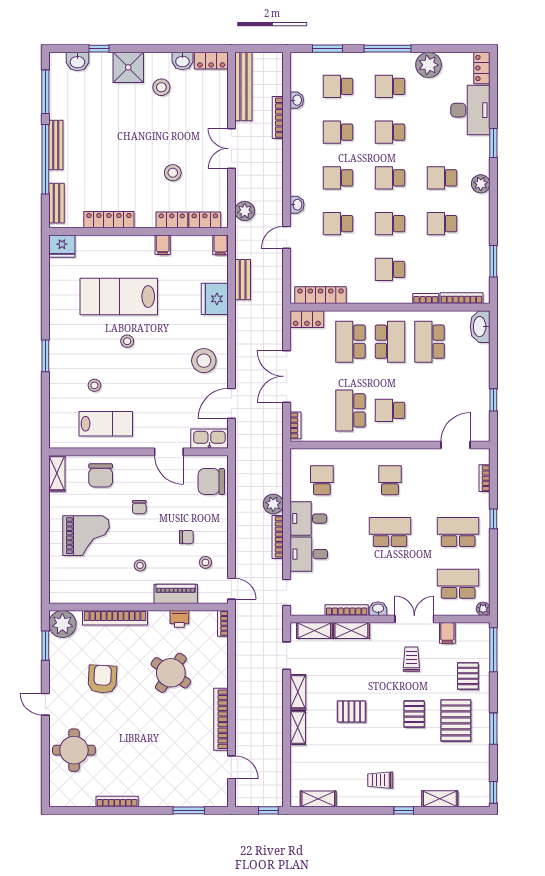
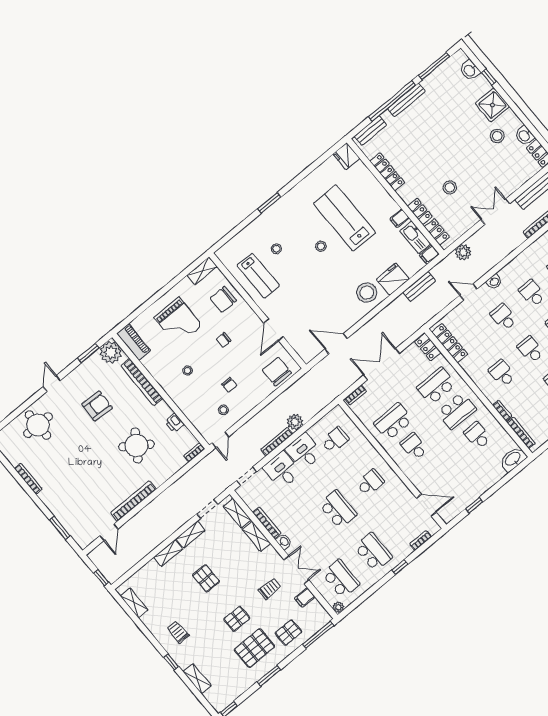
school desk: (430, 342) -> (477, 435), width x0.54
stool: (204, 361) -> (367, 293), moved
kitchen sink: (209, 439) -> (415, 237), moved, turned 180
piano: (176, 594) -> (134, 342), moved

